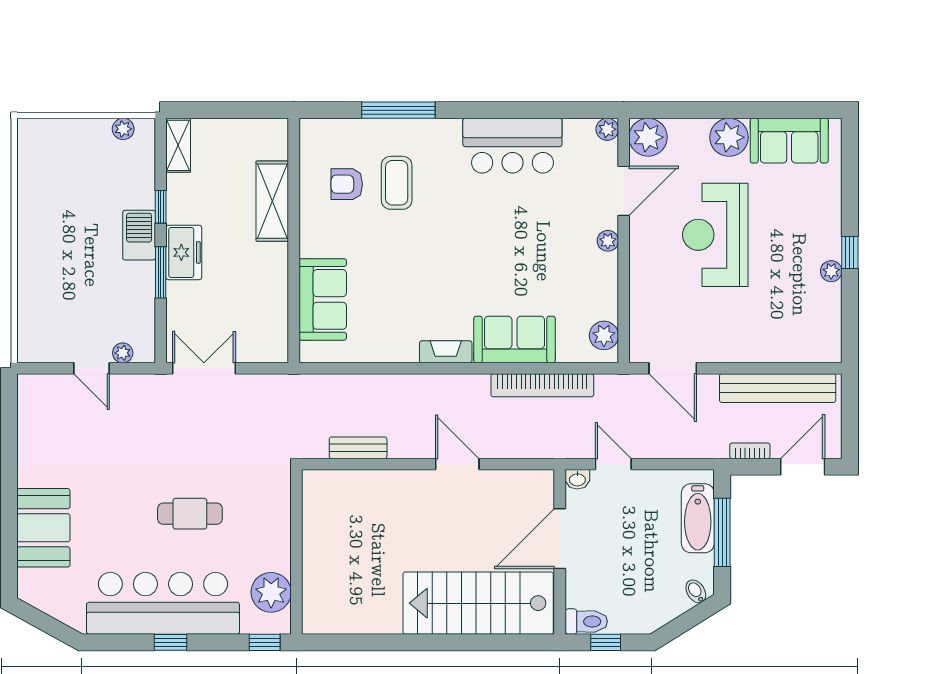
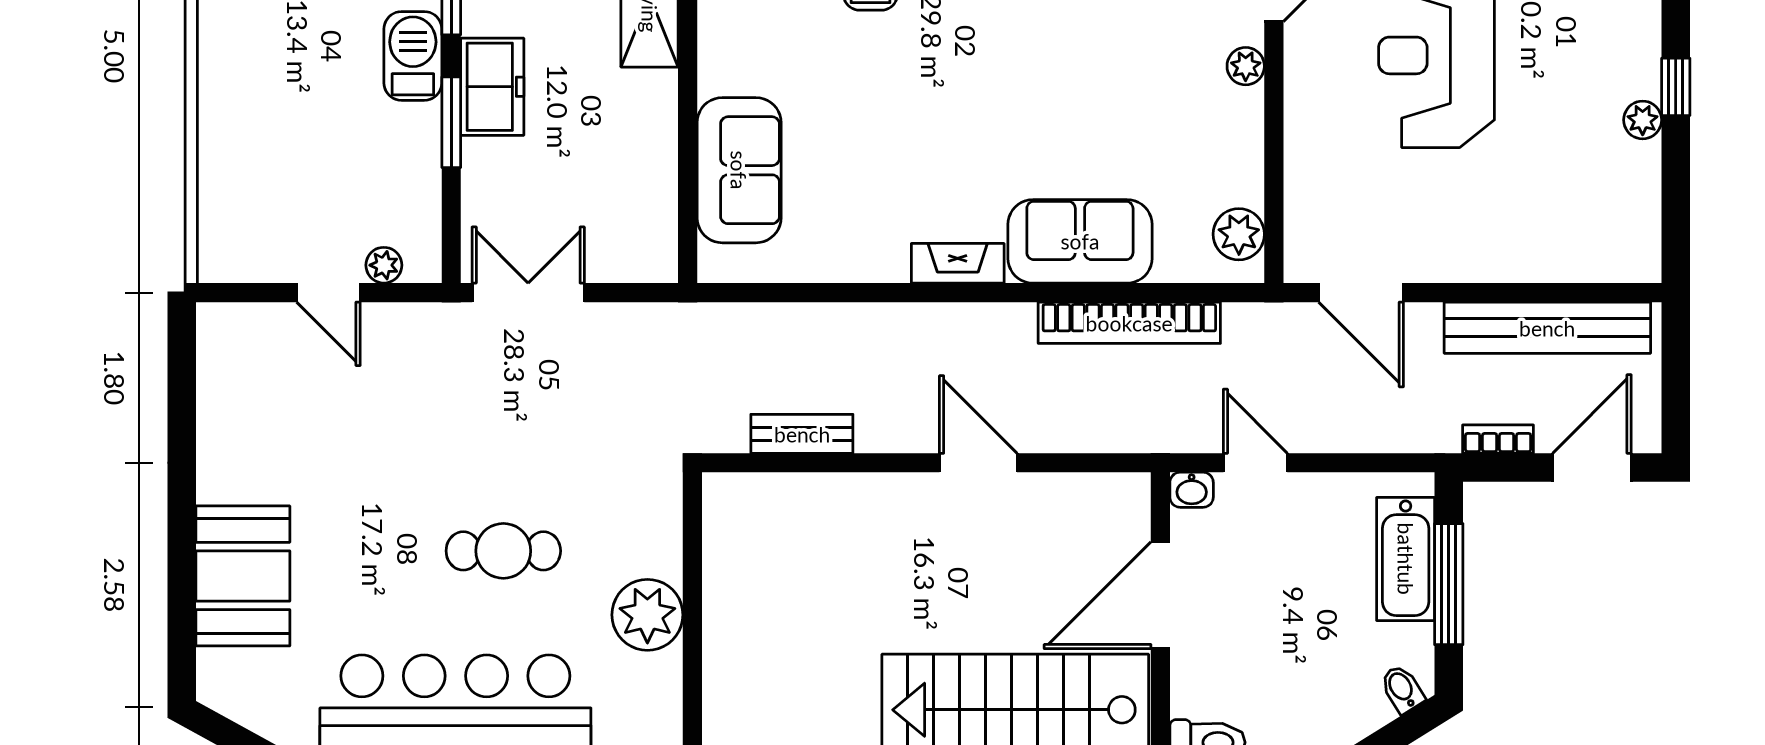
plant: (271, 592) -> (647, 615), moved

